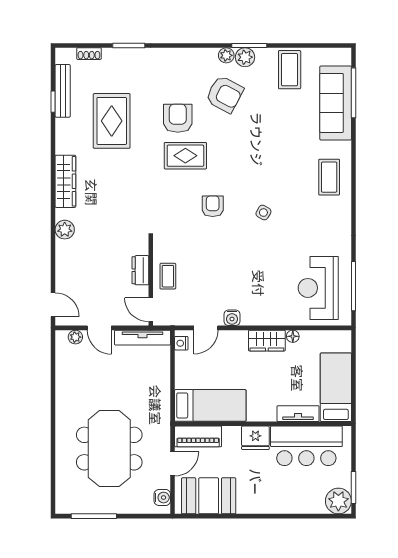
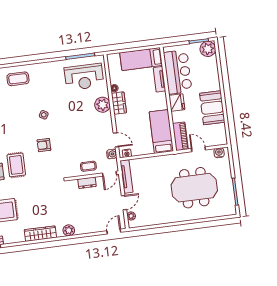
plant: (268, 313) -> (102, 105), added
water cooler: (232, 318) -> (112, 154), moved
booth: (209, 496) -> (212, 108), moved

